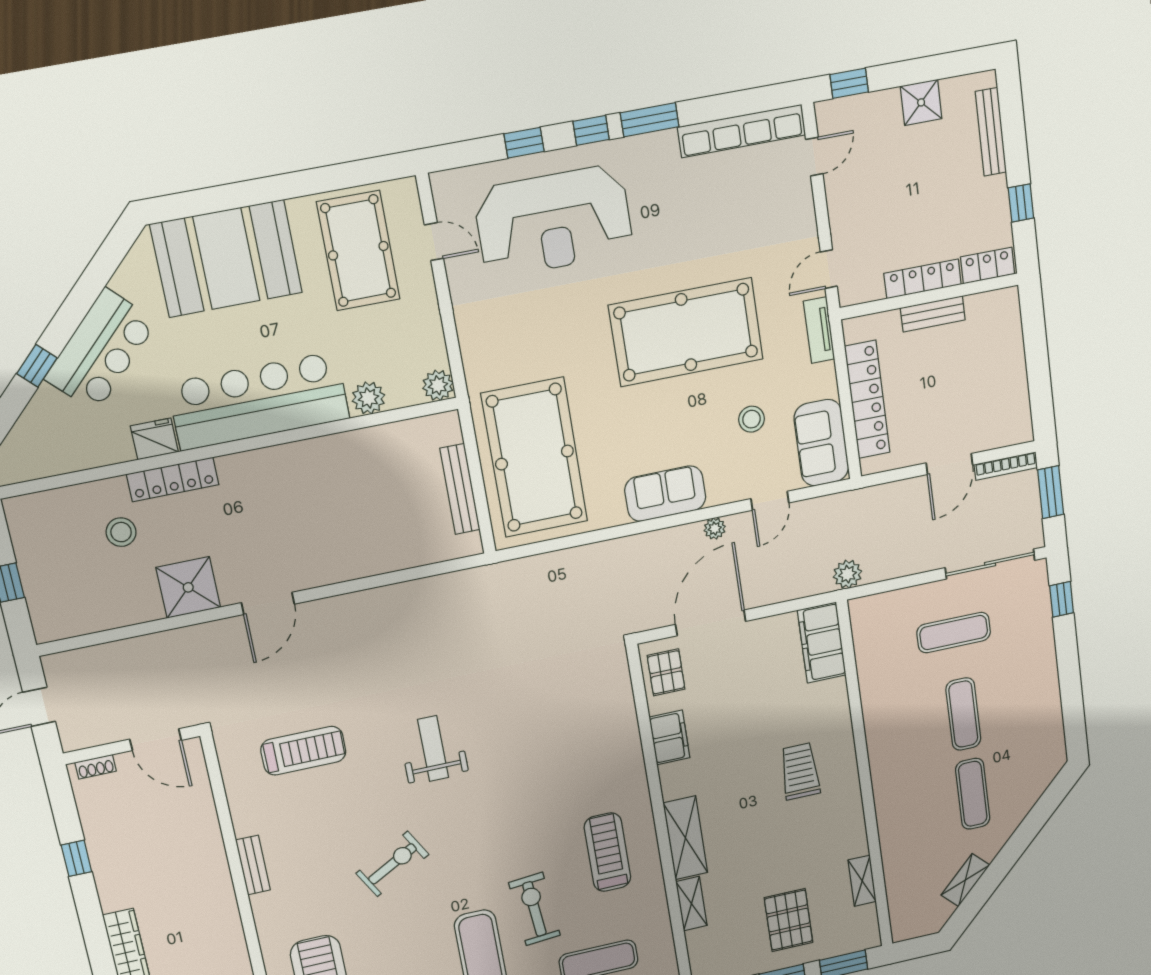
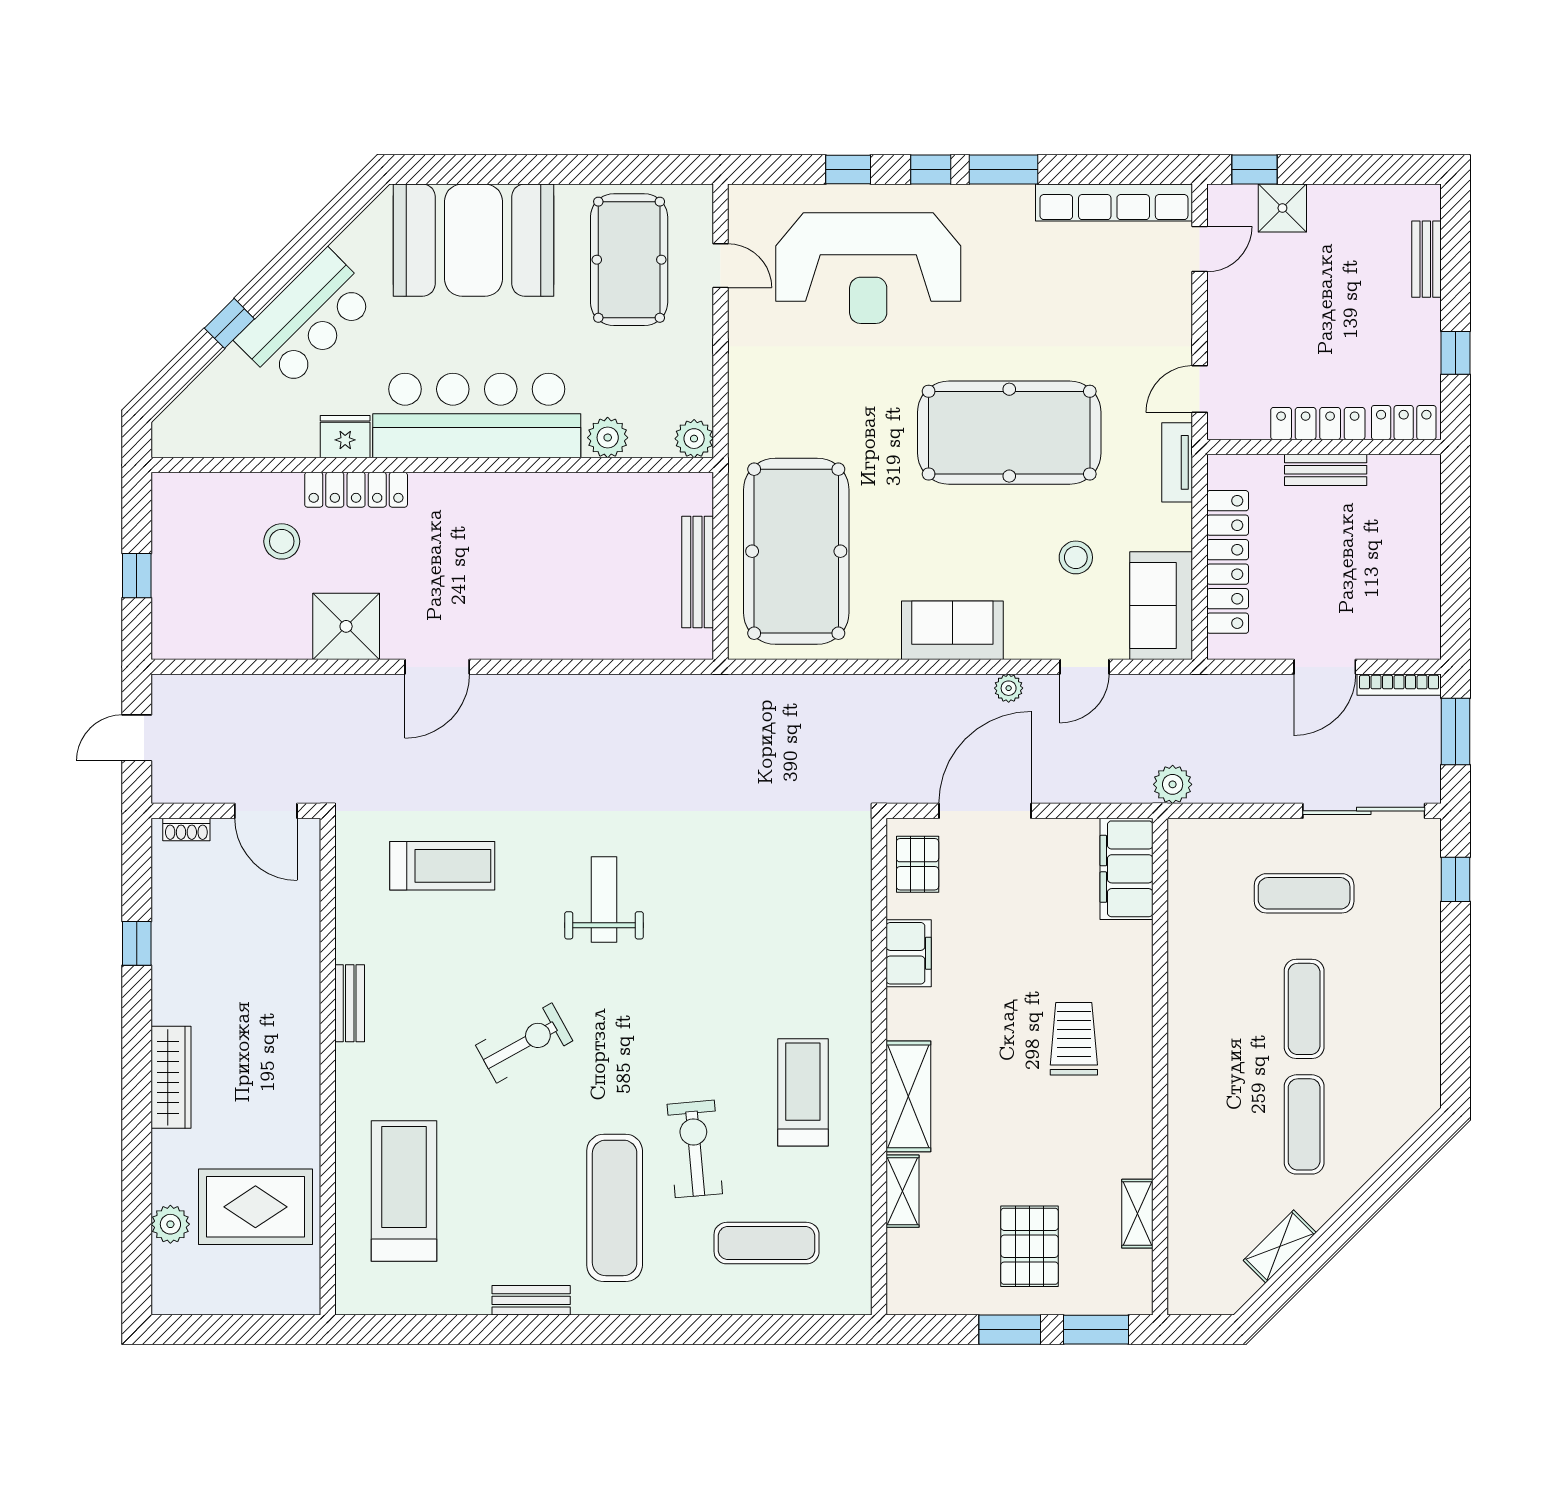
shower: (921, 102) -> (1282, 208), moved
bench: (991, 132) -> (1426, 259), width x0.73

